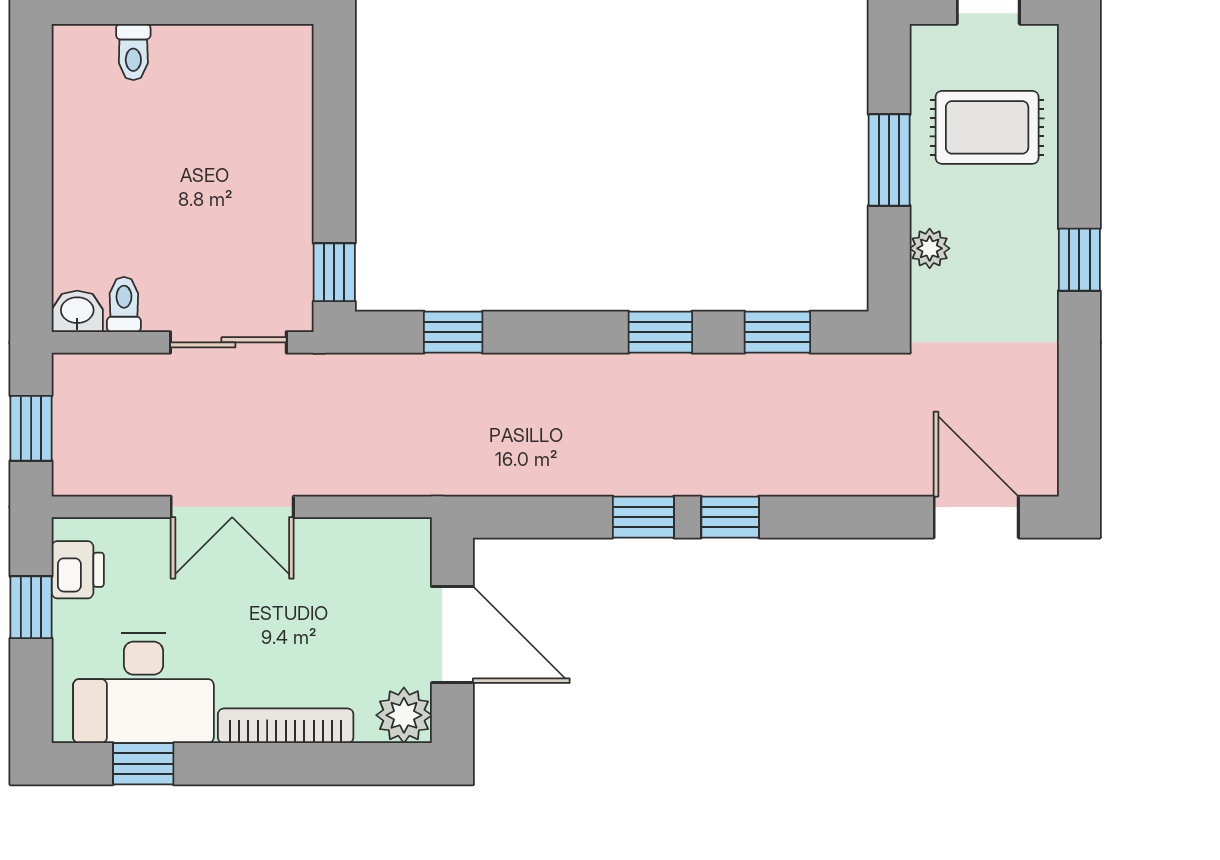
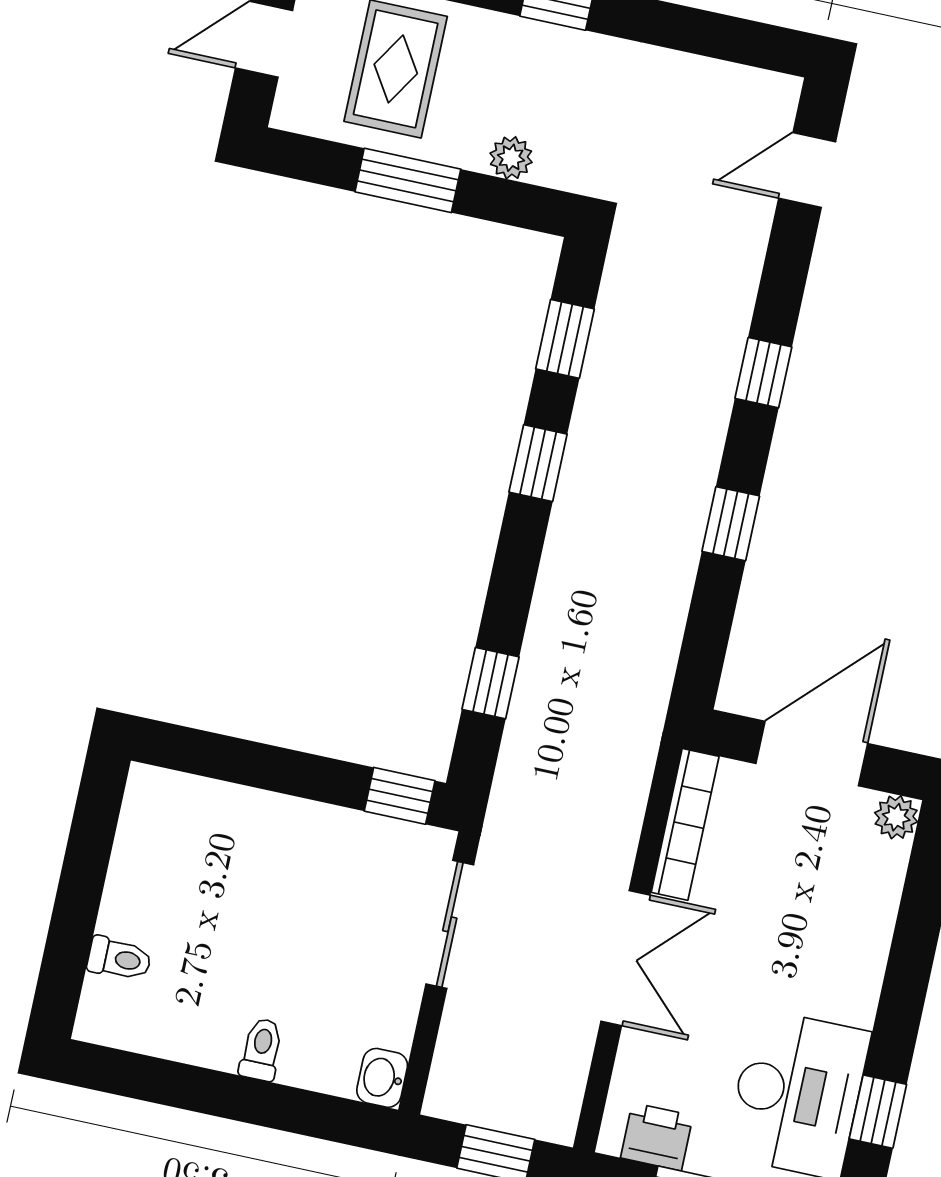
toilet: (124, 304) -> (261, 1050), moved, turned 90
window: (730, 517) -> (763, 373), moved
door: (976, 517) -> (807, 170), width x0.73
plant: (404, 715) -> (896, 817), width x0.73, depth x0.73
bookcase: (286, 726) -> (685, 824), moved, turned 180

